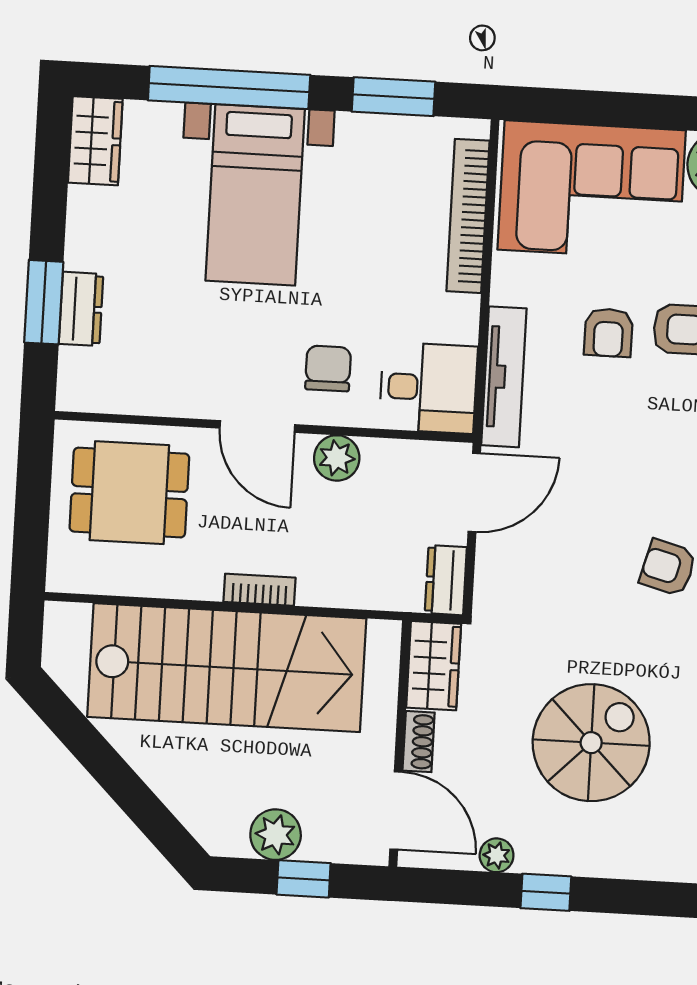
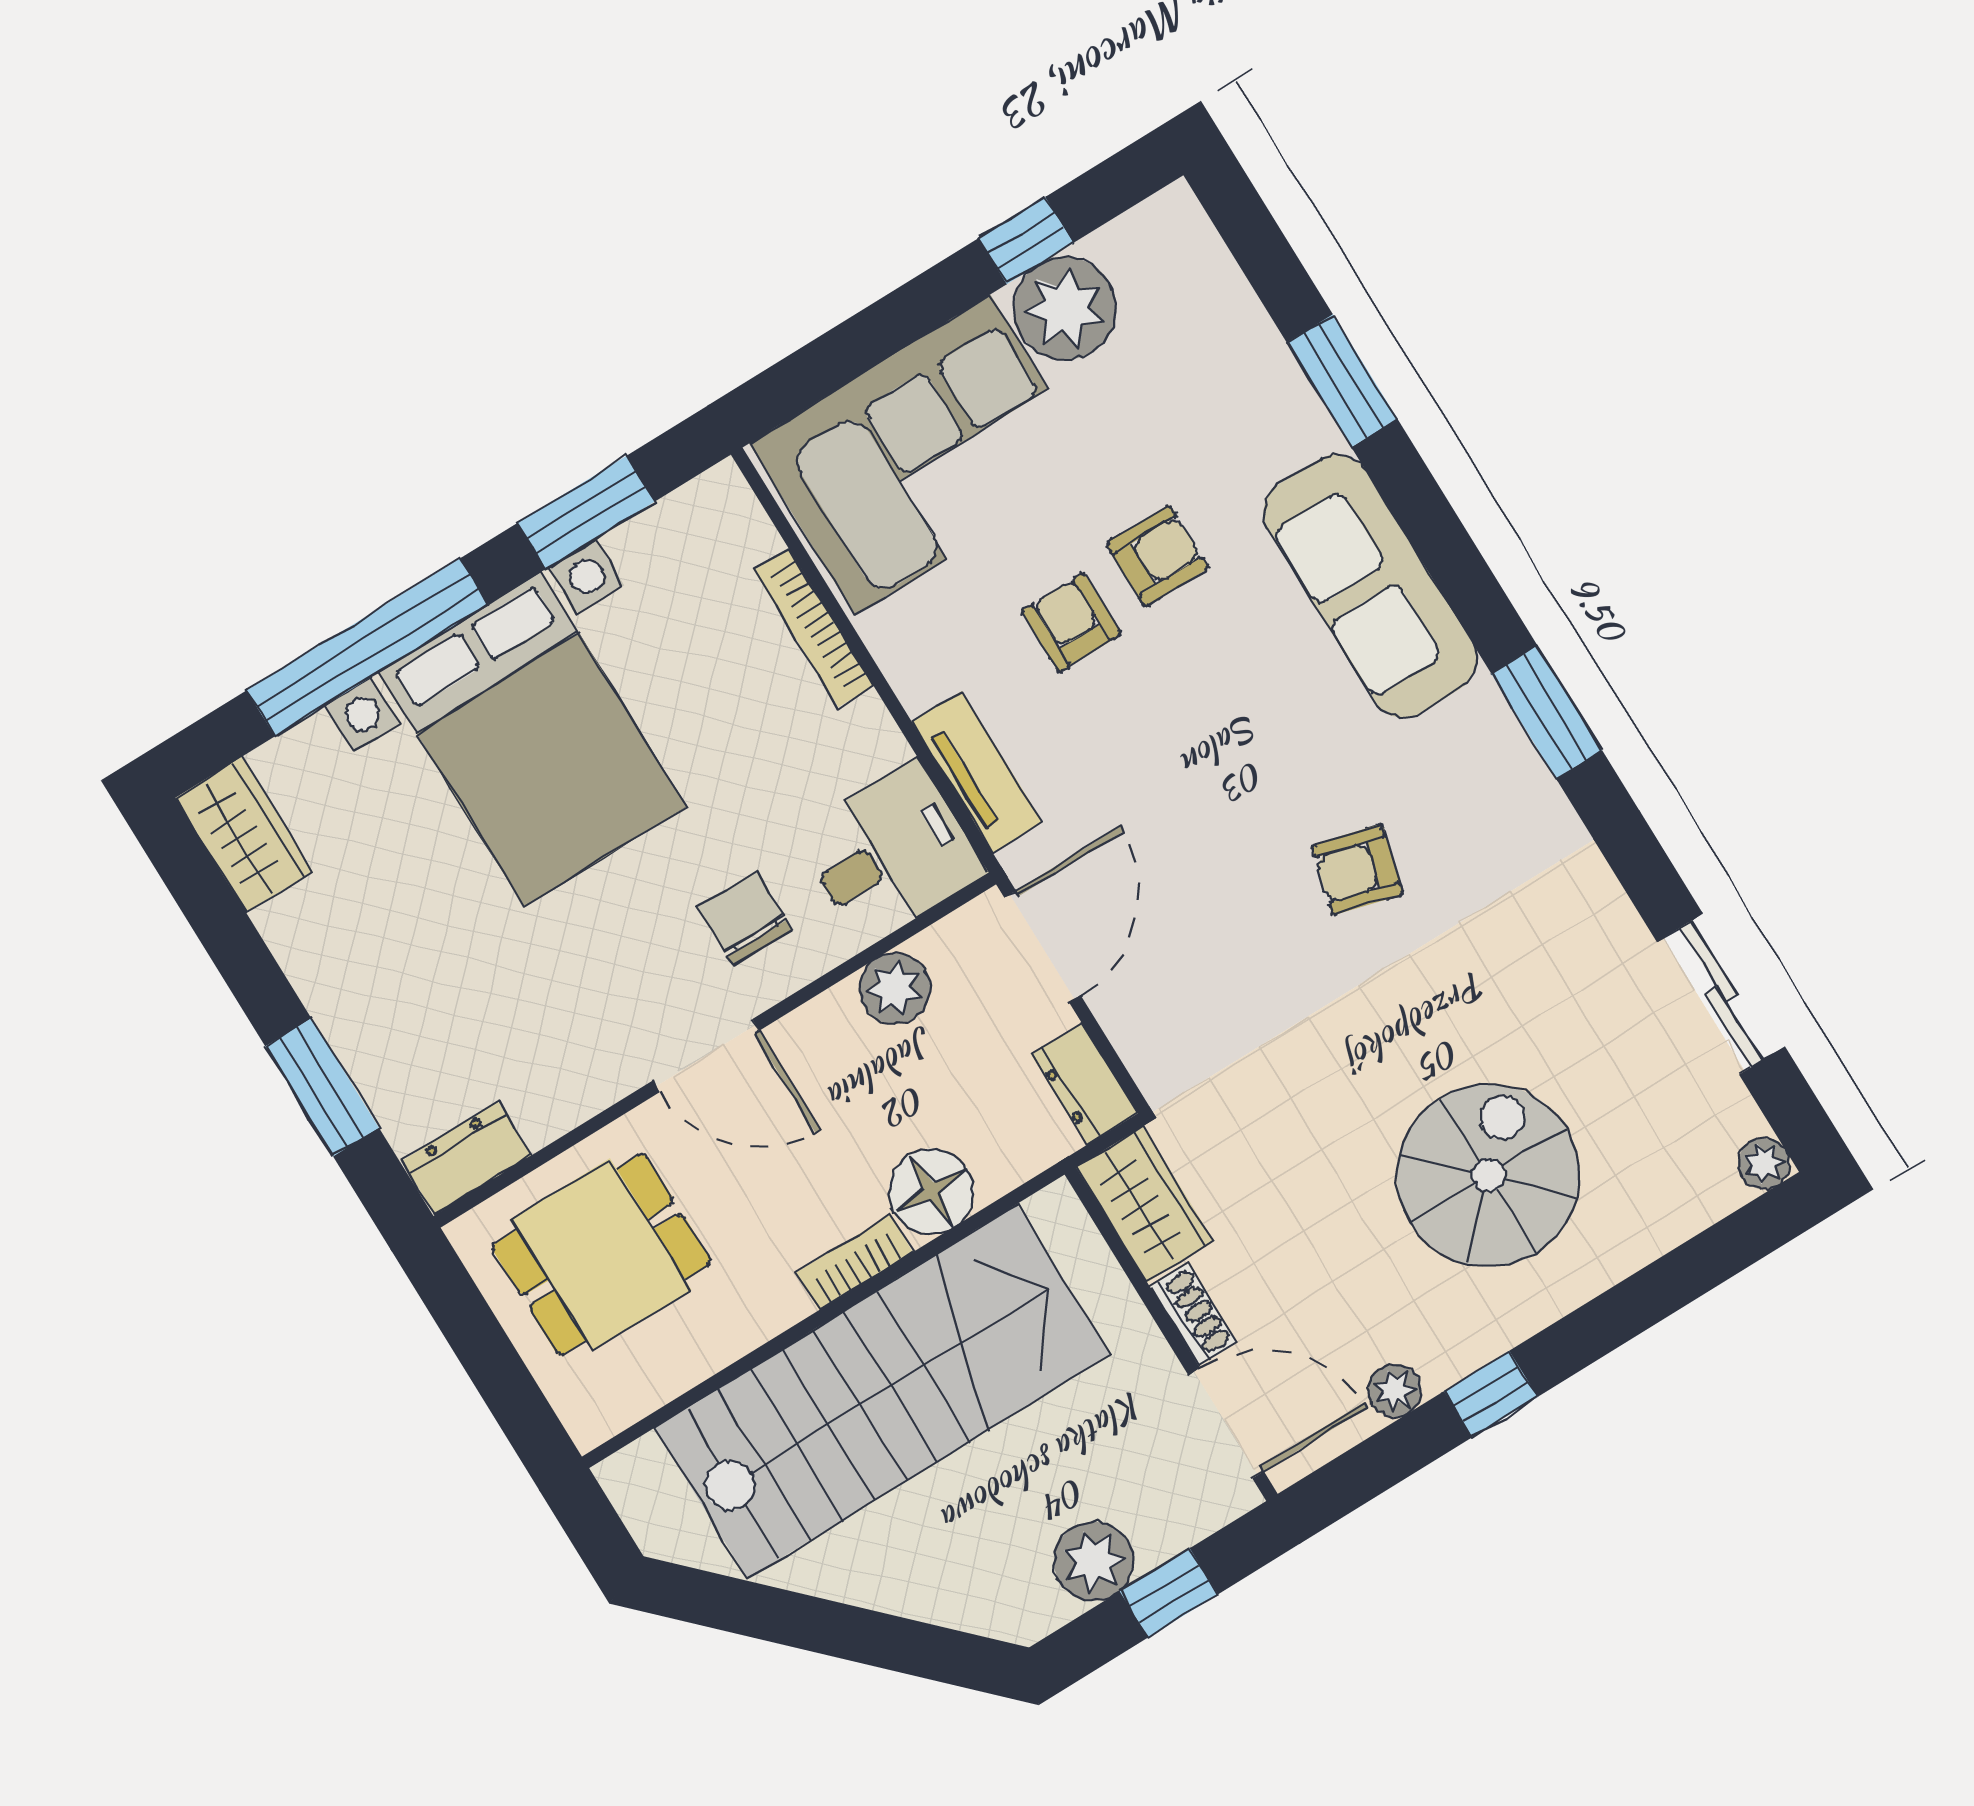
bed with nightstands: (255, 195) -> (533, 739), width x1.36
bookcase: (468, 216) -> (814, 628), width x0.68, depth x0.76
dresser: (81, 309) -> (467, 1158), moved, turned -90
armchair: (608, 333) -> (1071, 622), turned 180
tv unit: (504, 377) -> (977, 772), width x0.71
plant: (337, 458) -> (895, 989), moved
floor lamp: (326, 580) -> (931, 1191), added
spiral stairs: (591, 743) -> (1488, 1175), moved

